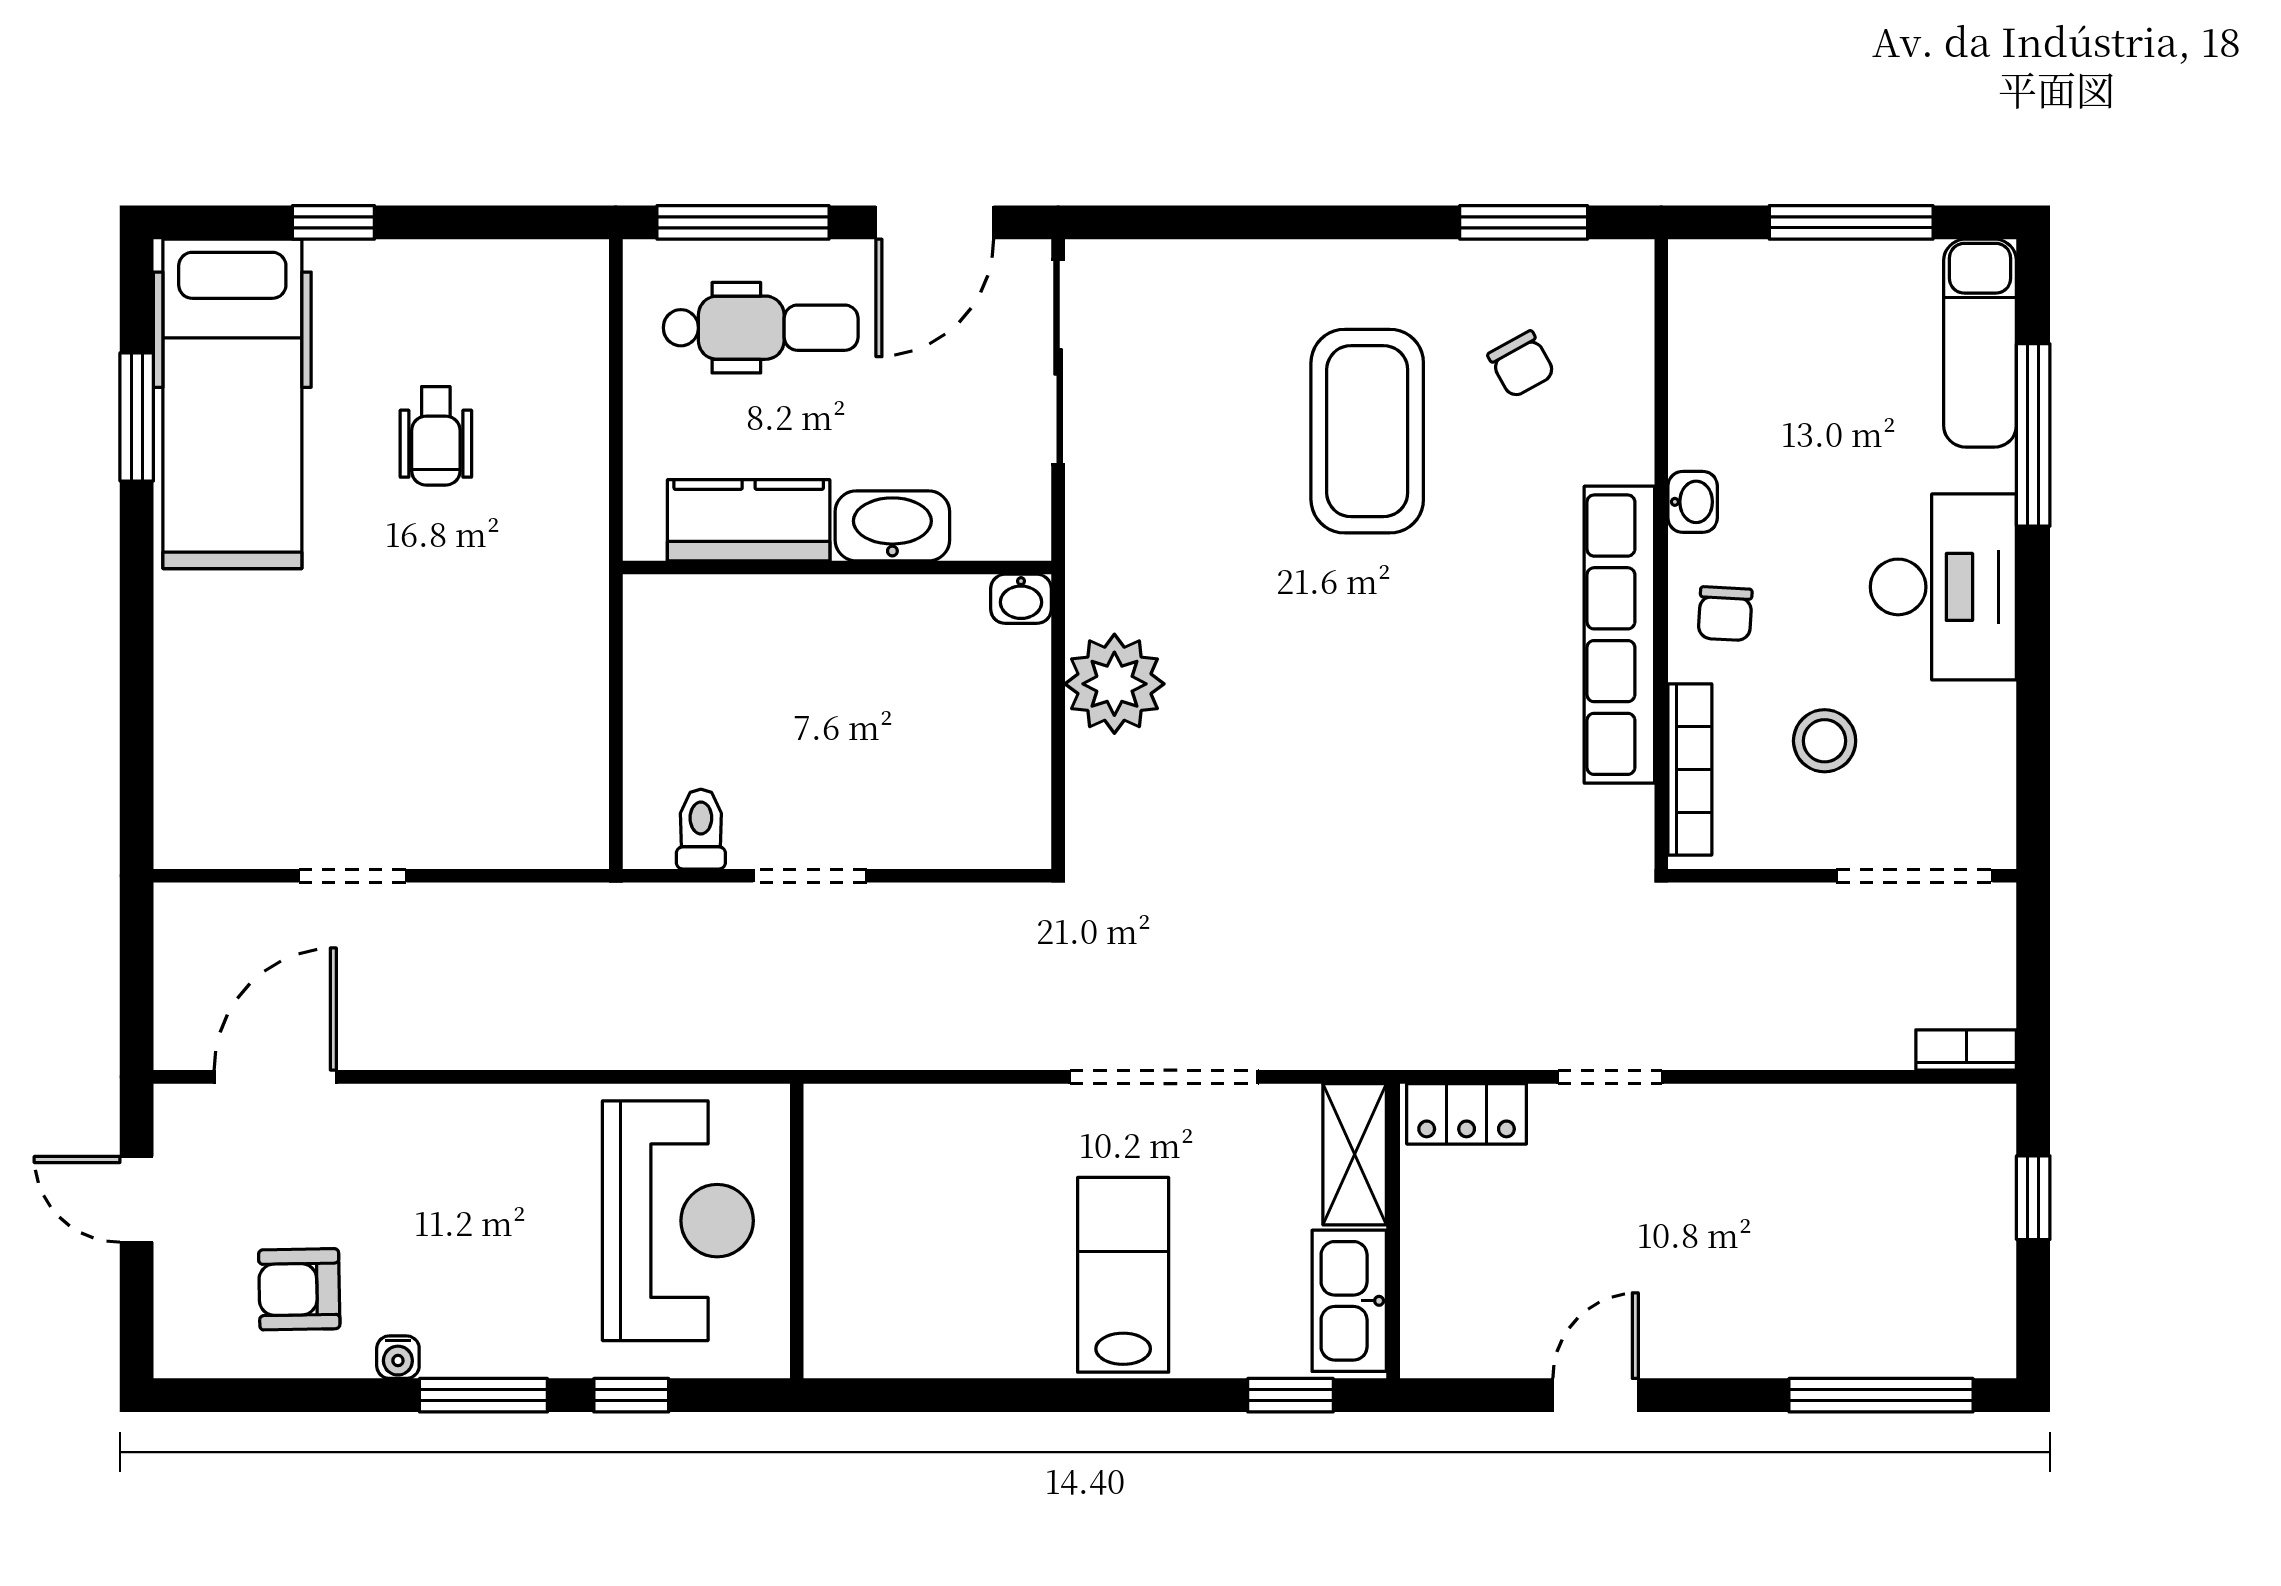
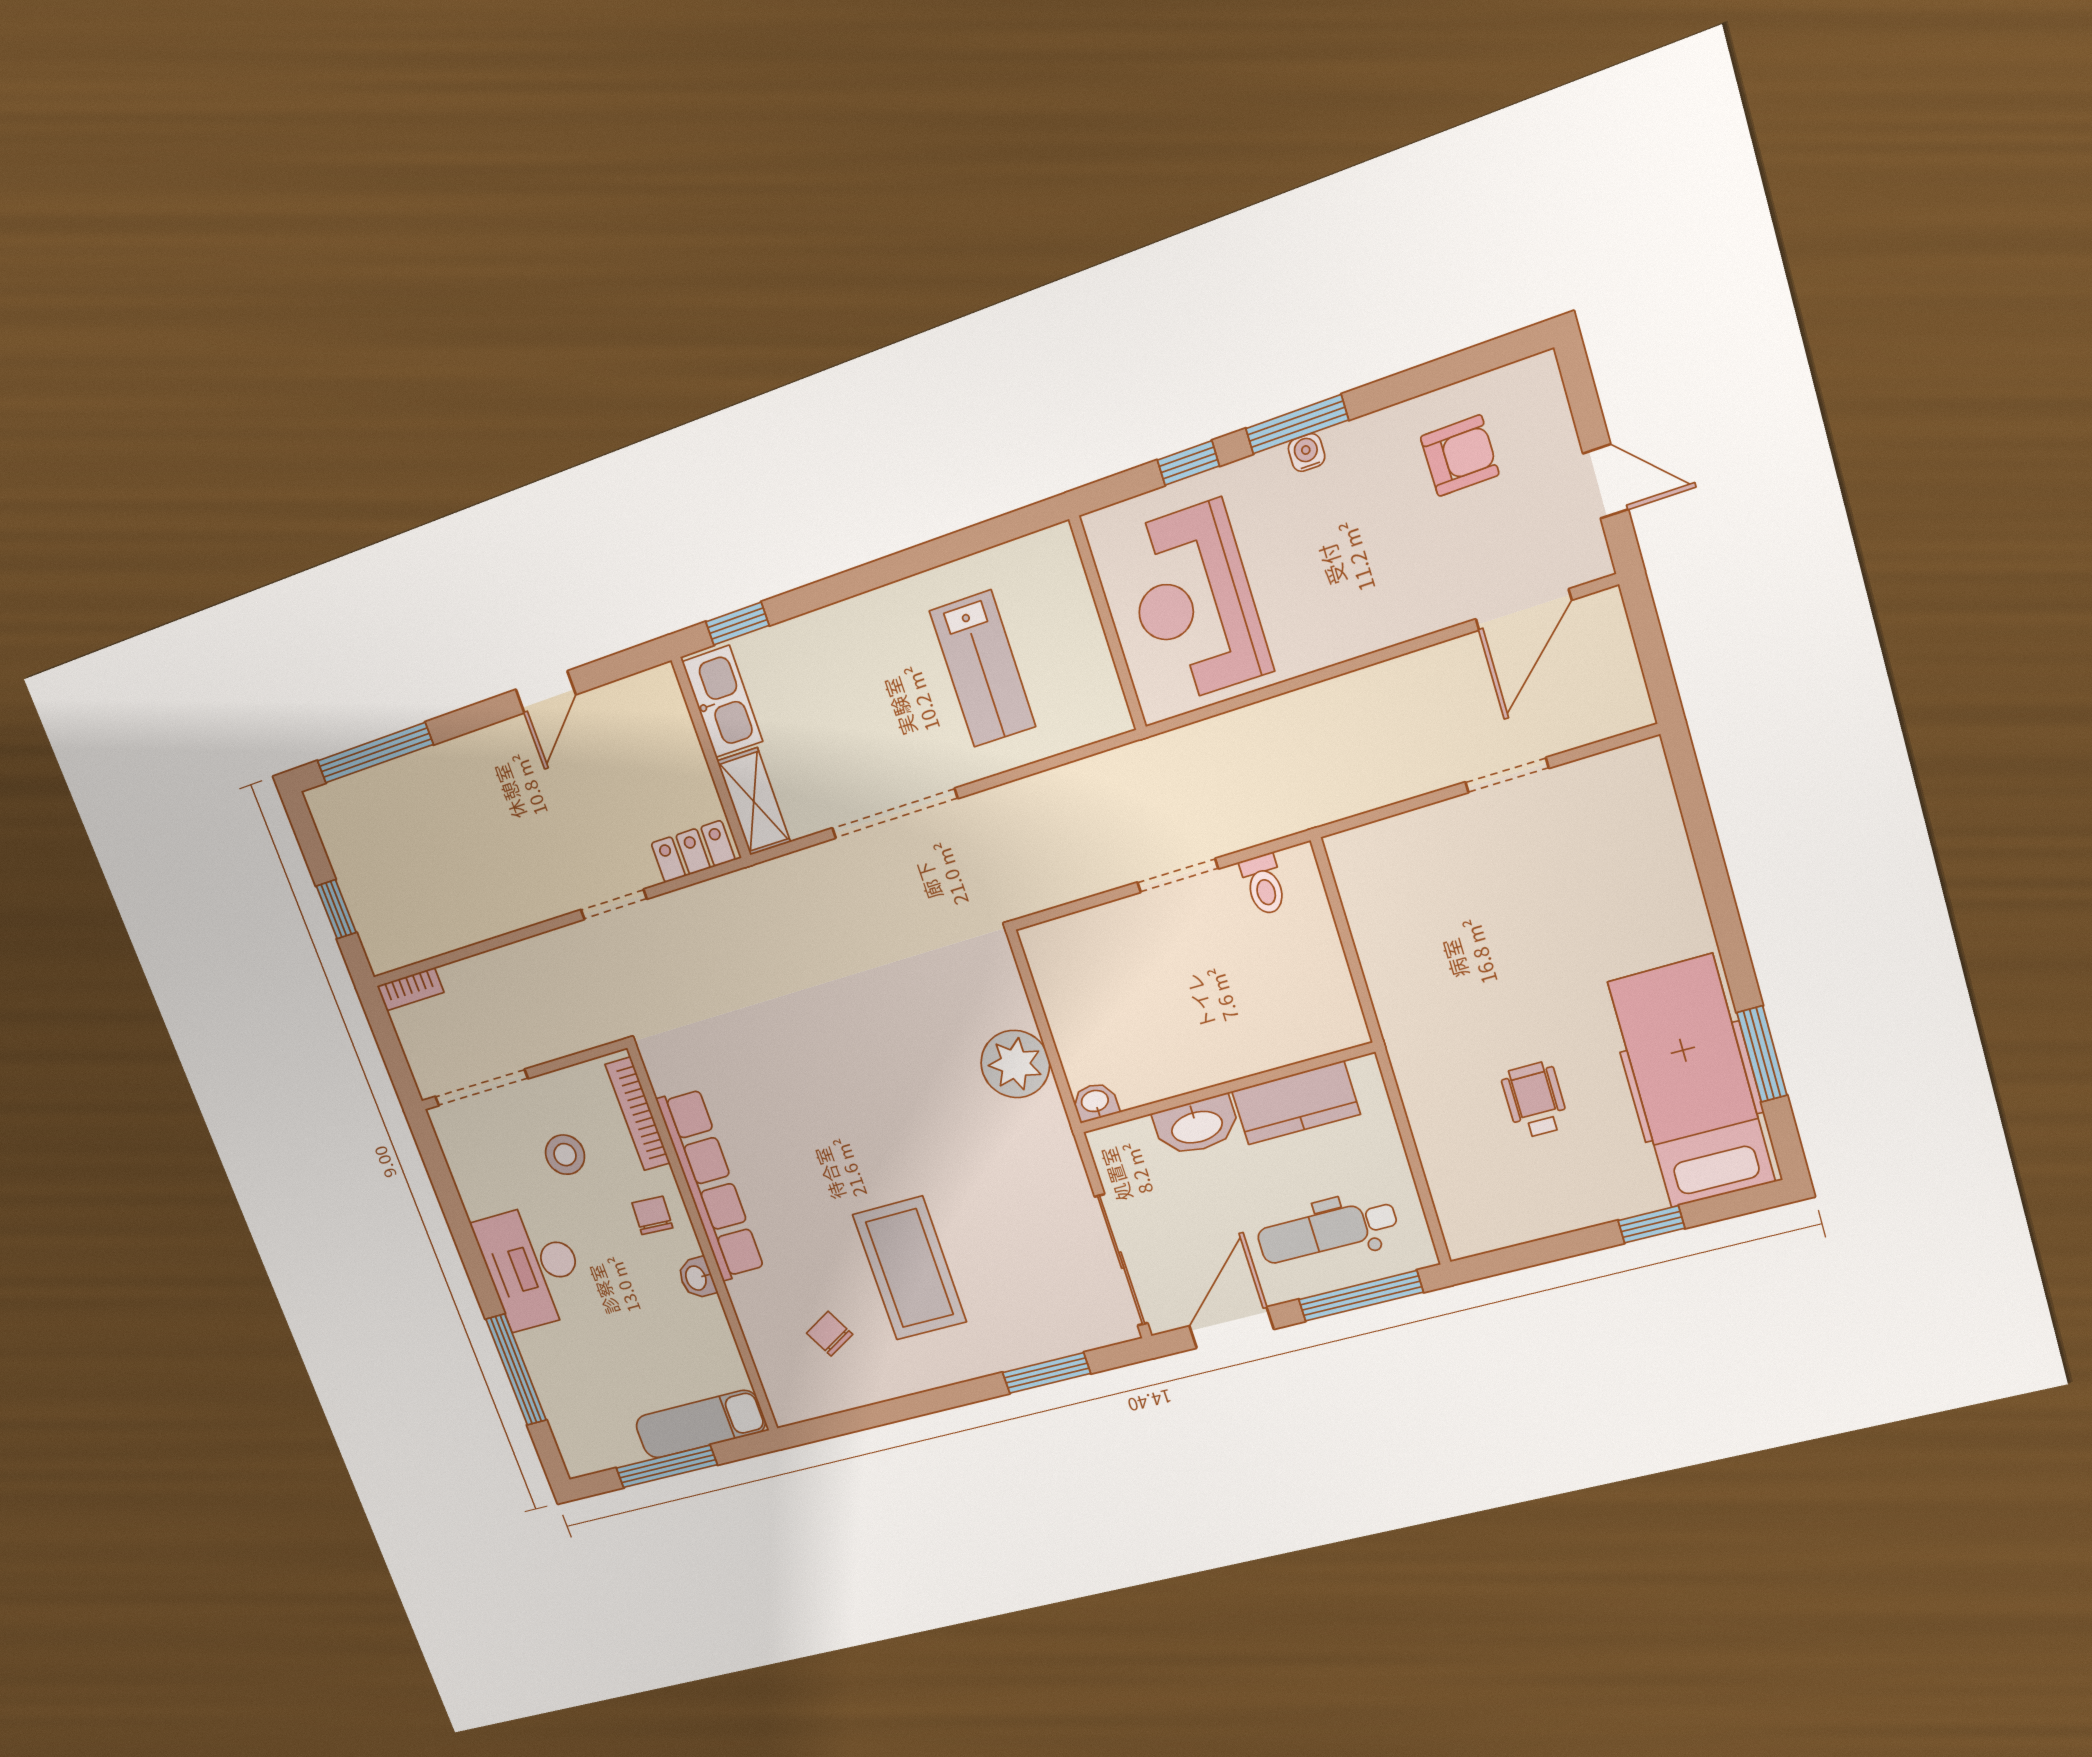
window: (1524, 222) -> (1046, 1373), moved
exam couch: (1980, 343) -> (701, 1424), moved, turned -90
lab bench: (1123, 1275) -> (983, 669), moved
water cooler: (398, 1357) -> (1307, 453), moved

